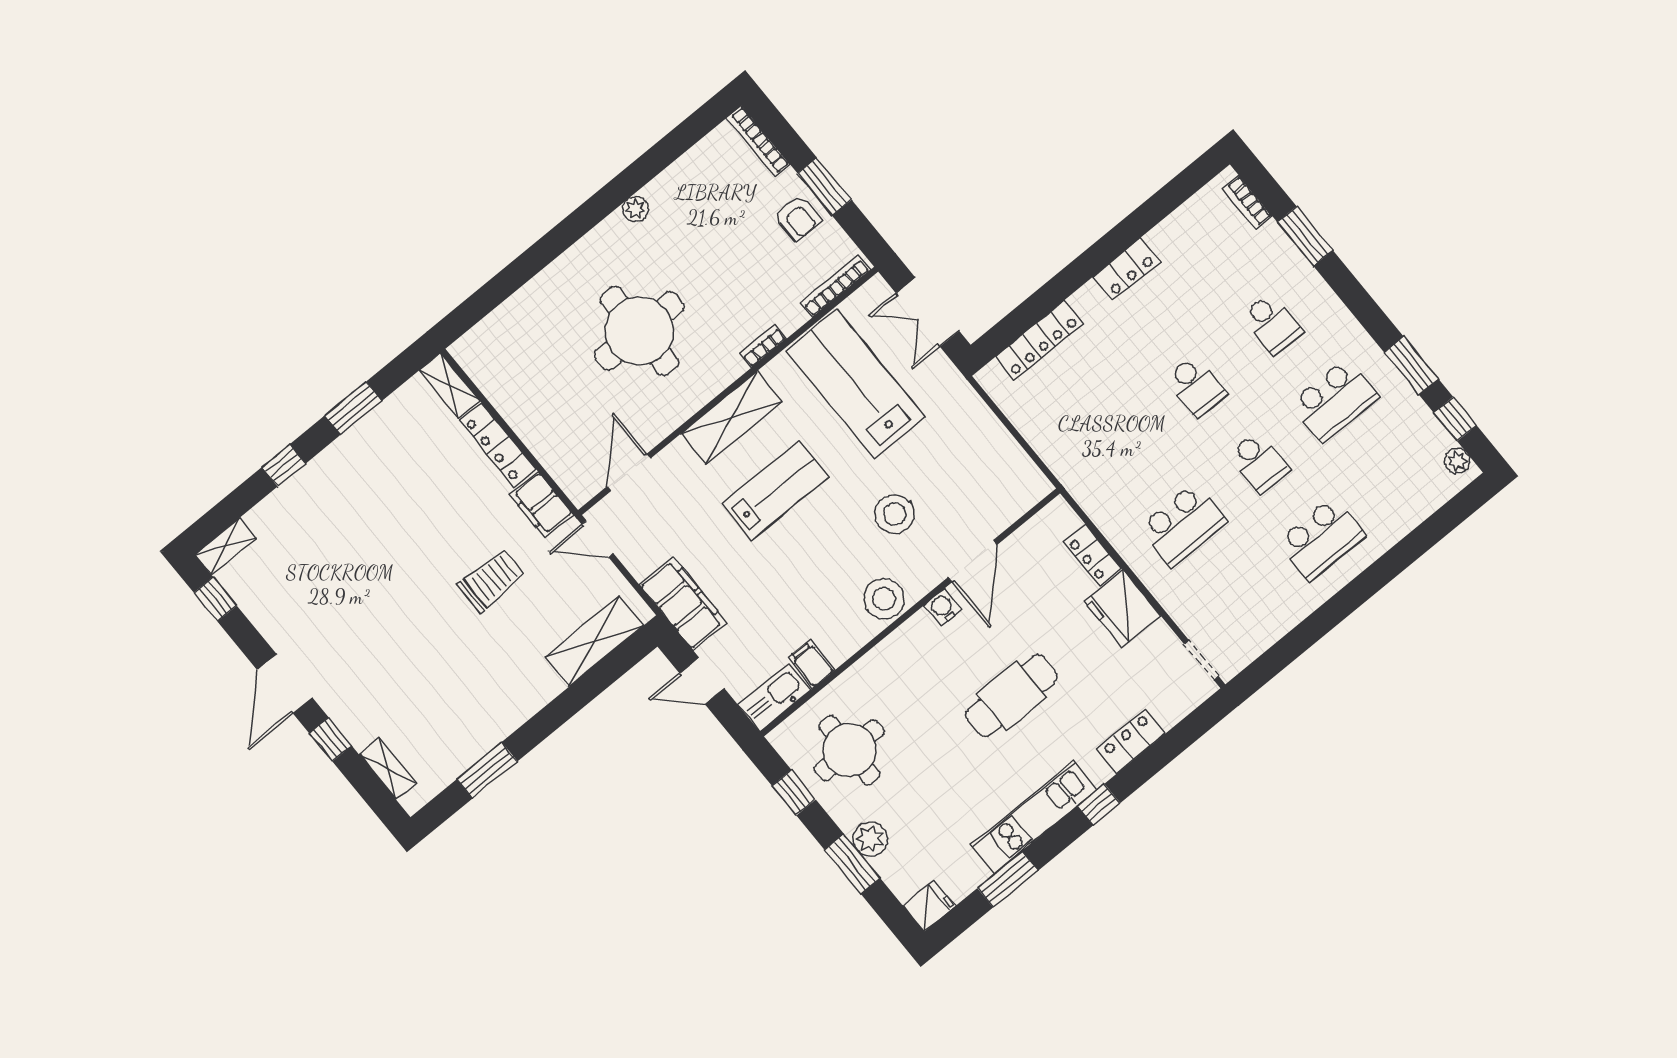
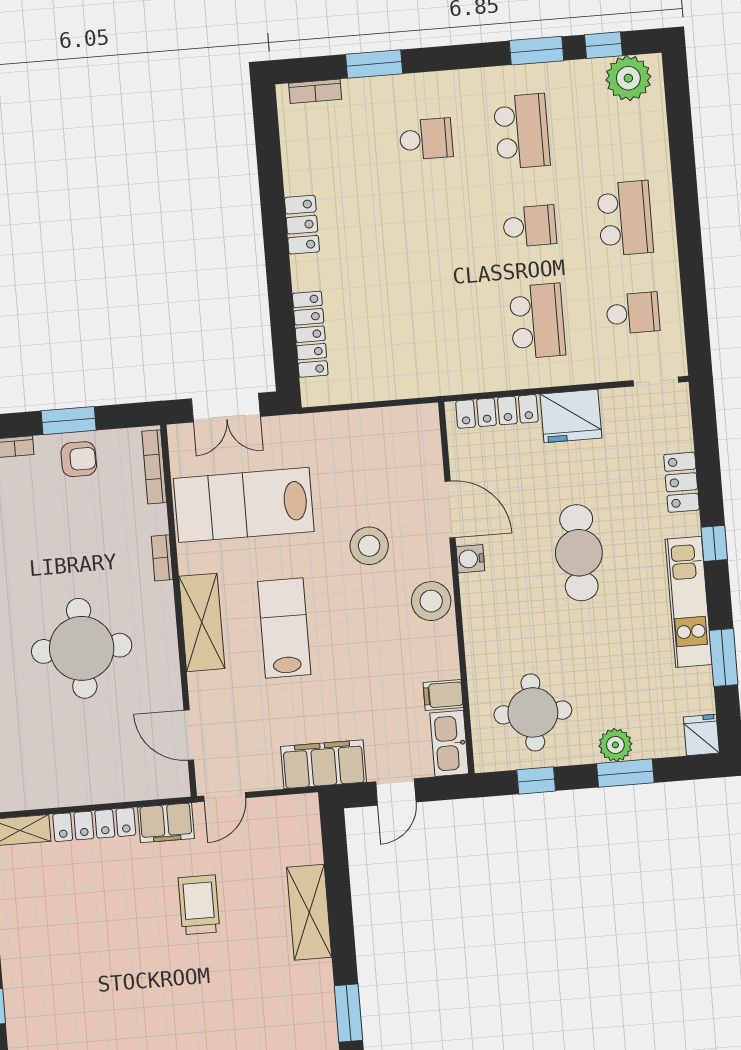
school desk: (1196, 386) -> (633, 313), moved
plant: (1457, 461) -> (628, 78), width x1.88, depth x1.88
locker: (1092, 555) -> (497, 411), width x1.53
shelving: (594, 641) -> (309, 912), moved

